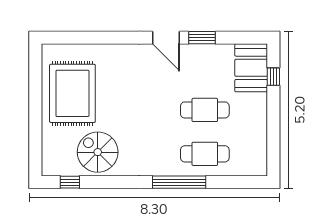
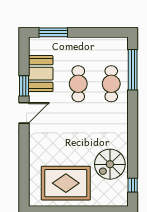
booth: (251, 68) -> (41, 74), moved, turned 90
window: (273, 77) -> (53, 32), width x2.17
window: (179, 182) -> (133, 70), moved

